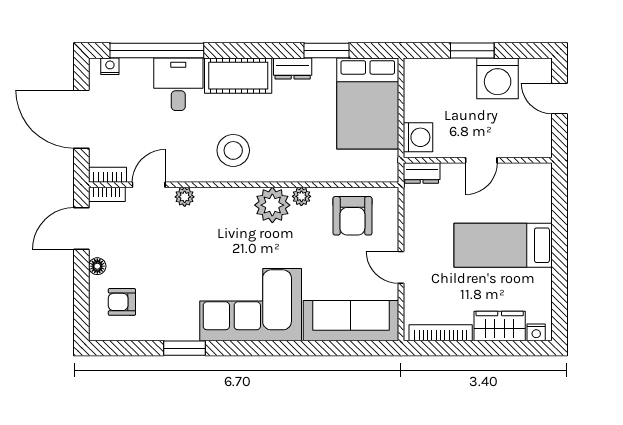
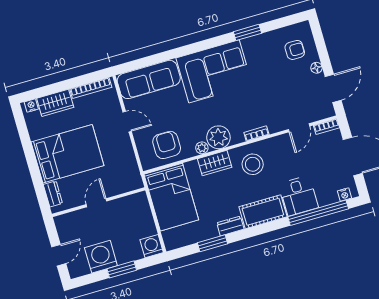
door: (560, 99) -> (59, 255), hinge flipped
bed: (368, 103) -> (171, 197), moved, turned 180
washing machine: (418, 137) -> (152, 246), moved, turned 90
wardrobe: (289, 169) -> (215, 163), added
dresser: (422, 173) -> (53, 194), moved, turned 90
bookcase: (107, 194) -> (256, 134), moved
plant: (185, 197) -> (275, 127), removed
bed: (503, 245) -> (67, 154), width x1.50

